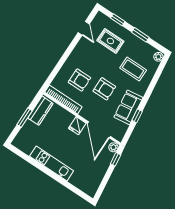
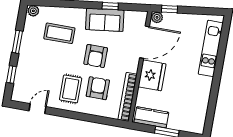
rug: (110, 41) -> (71, 89), moved
coffee table: (133, 69) -> (59, 33), turned 90
armchair: (104, 89) -> (96, 56), turned 180
fridge: (77, 126) -> (152, 75), width x1.88, depth x1.34
kitchen unit: (52, 163) -> (211, 48), moved

